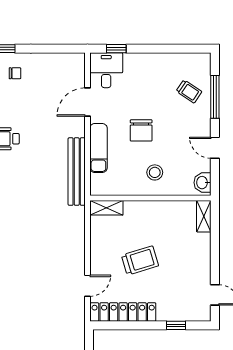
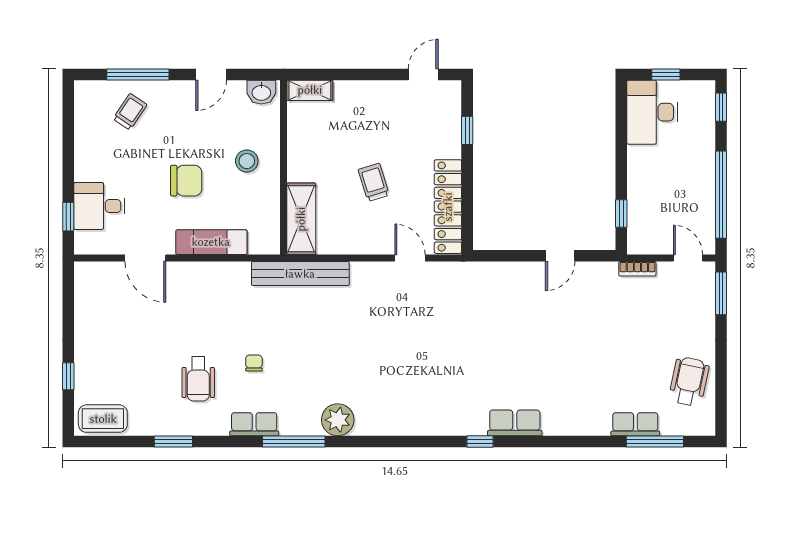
desk: (106, 70) -> (99, 206), moved
chair: (15, 73) -> (254, 363), moved
bench: (77, 172) -> (300, 274), moved
shelving: (106, 208) -> (301, 219), width x1.50, depth x1.33
trolley: (140, 261) -> (374, 182), width x0.73, depth x0.72

